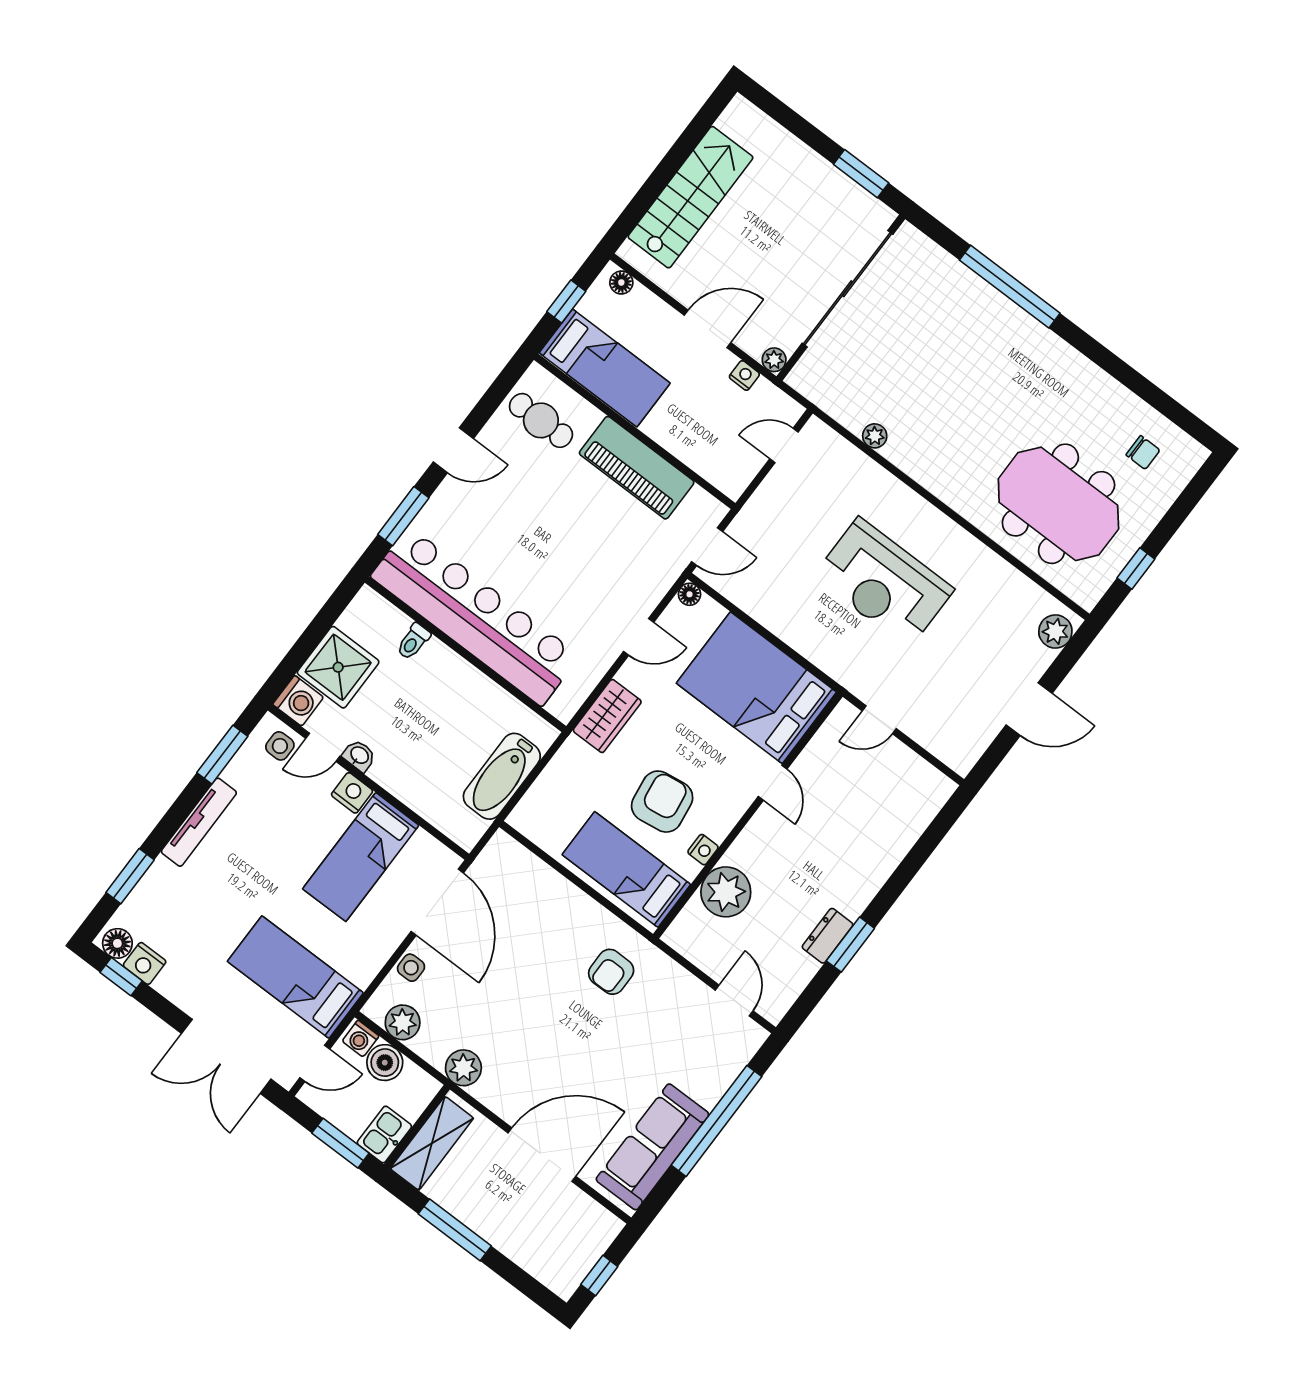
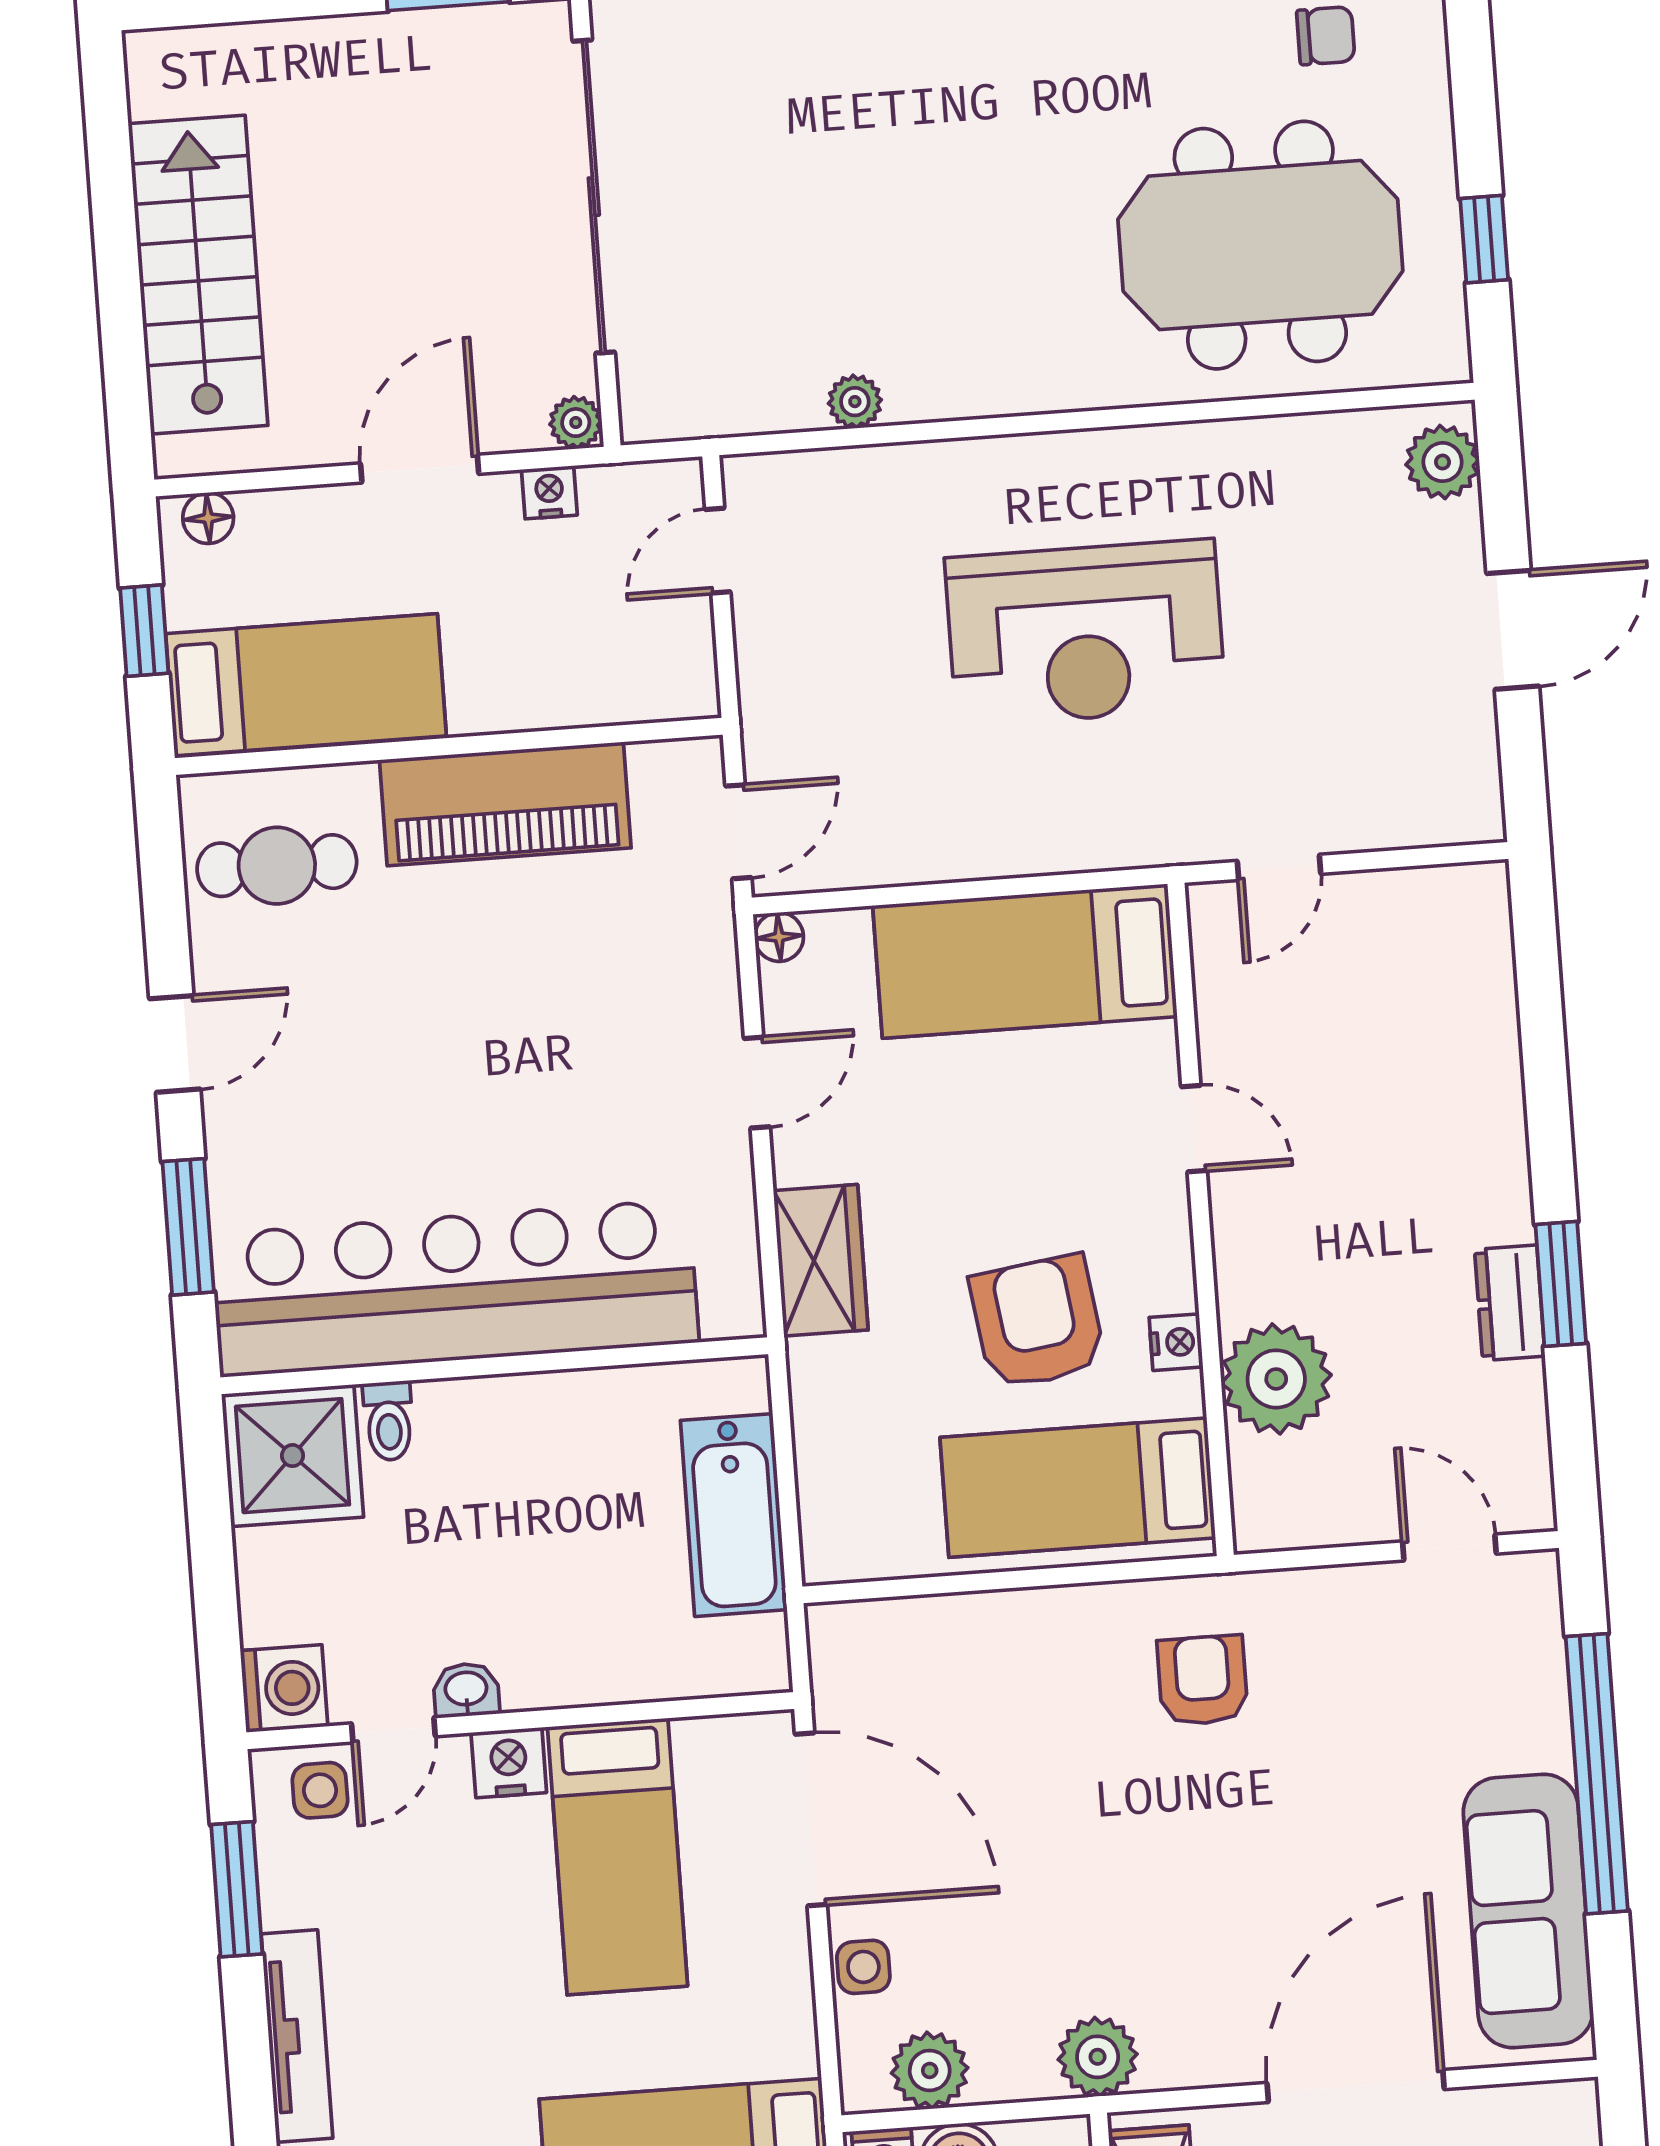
shower: (338, 667) -> (293, 1456), moved
bed: (756, 688) -> (1025, 961), width x0.67
armchair: (611, 972) -> (1202, 1680), turned 180

